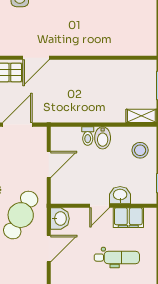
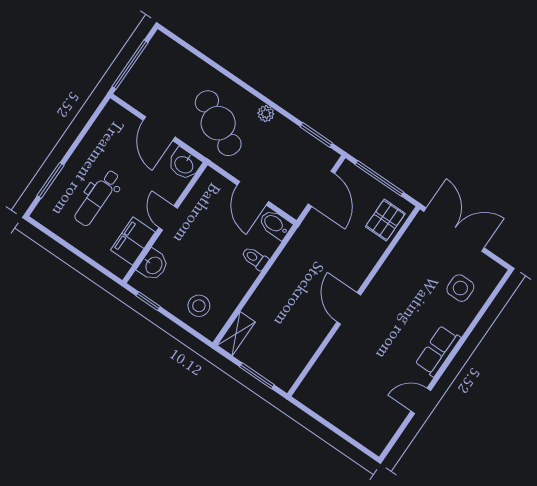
door: (36, 58) -> (349, 308), moved
bidet: (103, 138) -> (275, 224), moved
washbasin: (120, 195) -> (153, 265), moved

